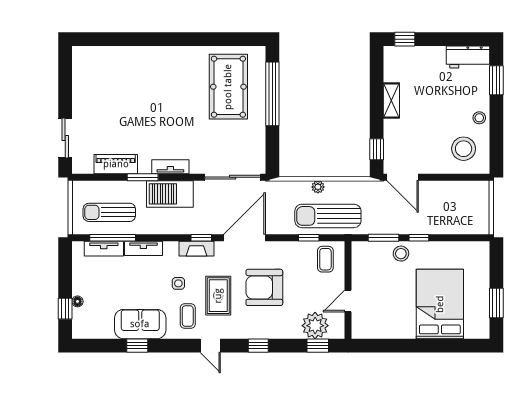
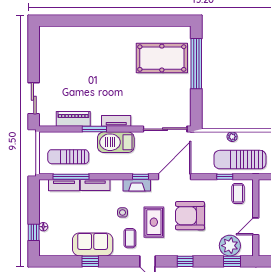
pool table: (228, 87) -> (162, 58), turned 90

